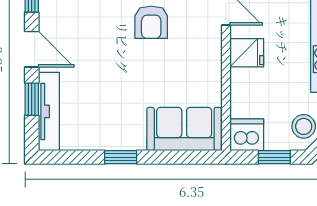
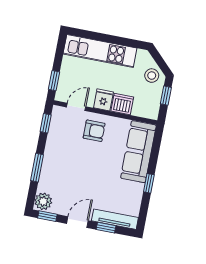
armchair: (151, 22) -> (94, 131), moved
sofa: (184, 129) -> (138, 152), width x1.36
dishwasher: (247, 135) -> (122, 104), moved, turned 90

